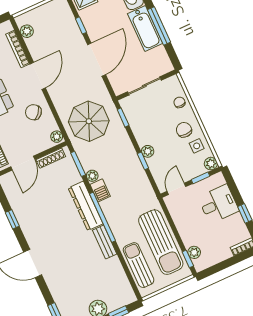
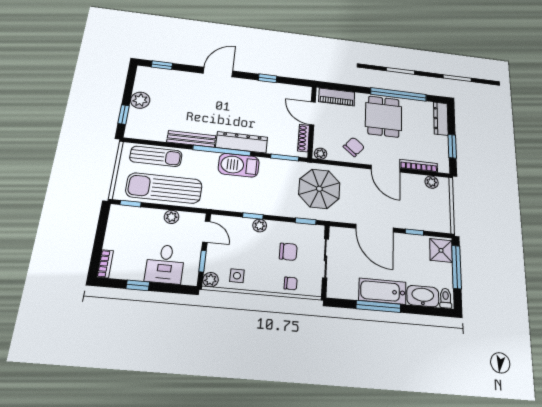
chair: (184, 130) -> (288, 252), moved
plant: (92, 176) -> (266, 163), removed
barbecue: (100, 190) -> (239, 165), width x1.88, depth x1.53
bench: (105, 242) -> (191, 139), width x1.36
plant: (194, 252) -> (172, 217), moved

